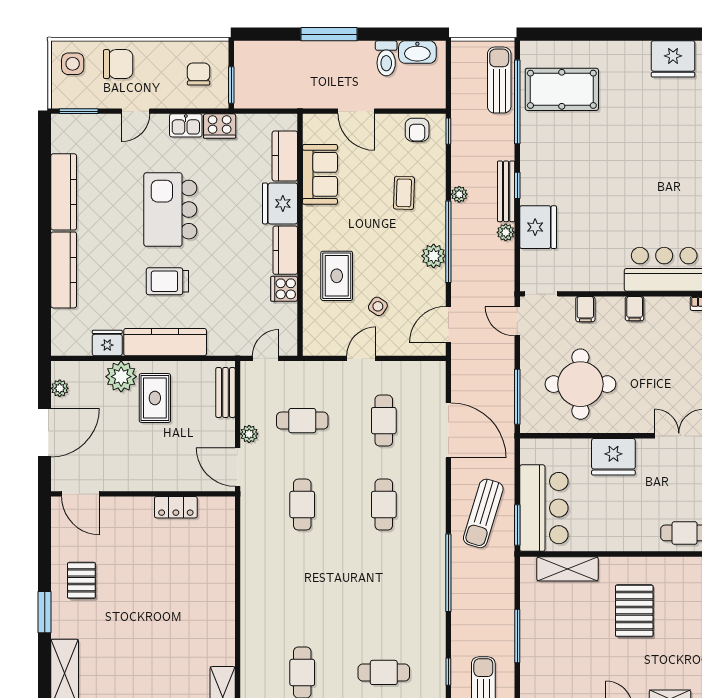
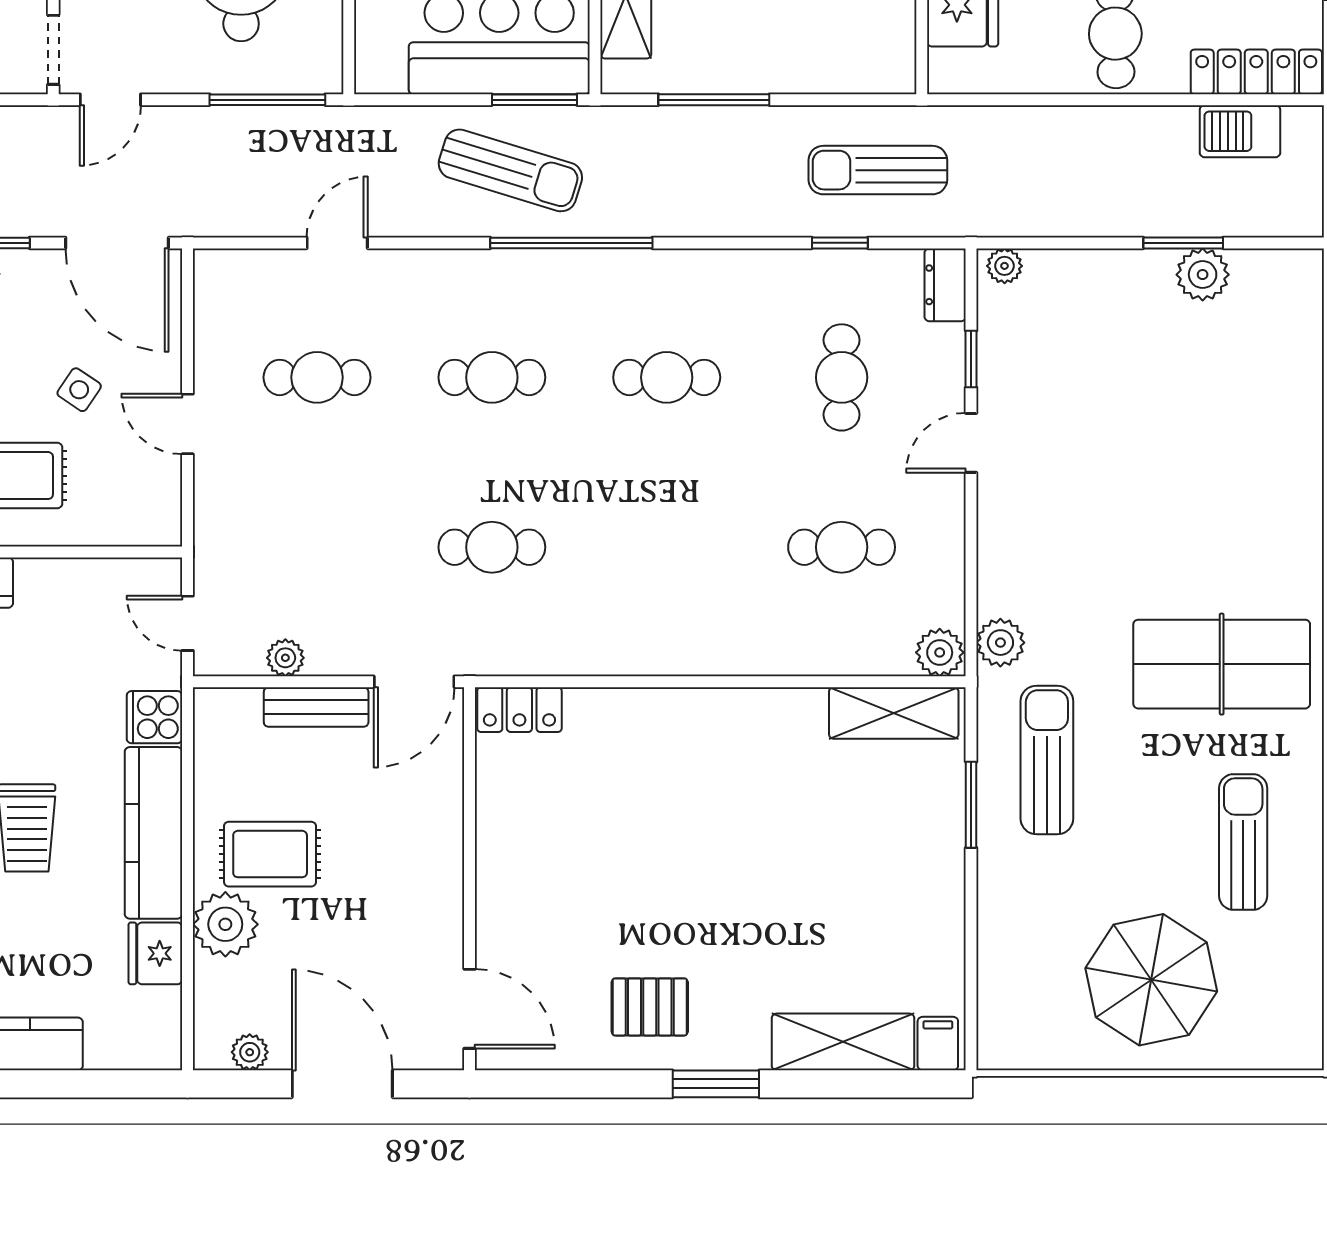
cooker: (284, 289) -> (154, 717), moved, turned 90
door: (448, 325) -> (117, 243), width x1.36
bench: (225, 392) -> (316, 707), moved
cafe table: (302, 421) -> (667, 377), moved, turned 90
door: (448, 430) -> (337, 243), width x0.53
plant: (249, 434) -> (285, 658), moved
door: (81, 494) -> (470, 1009), hinge flipped
locker: (176, 507) -> (519, 710), moved, turned 90
window: (448, 573) -> (571, 243), moved
window: (517, 636) -> (714, 100), moved

